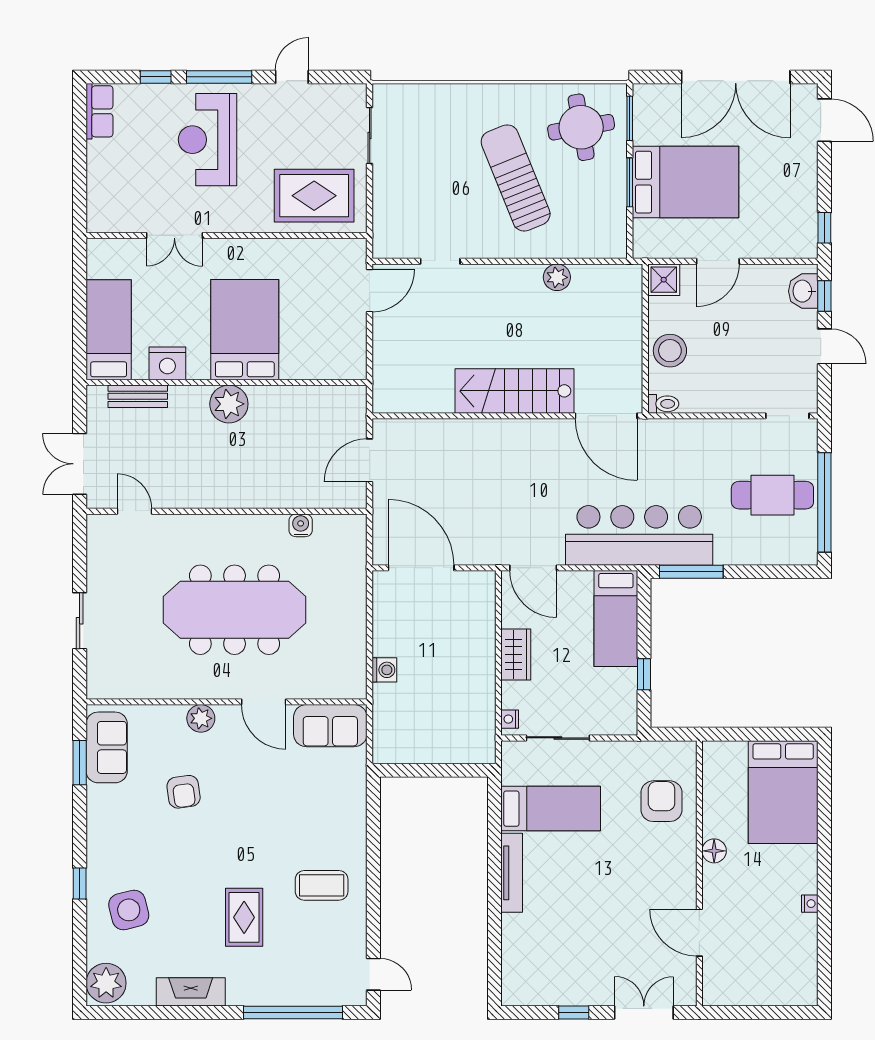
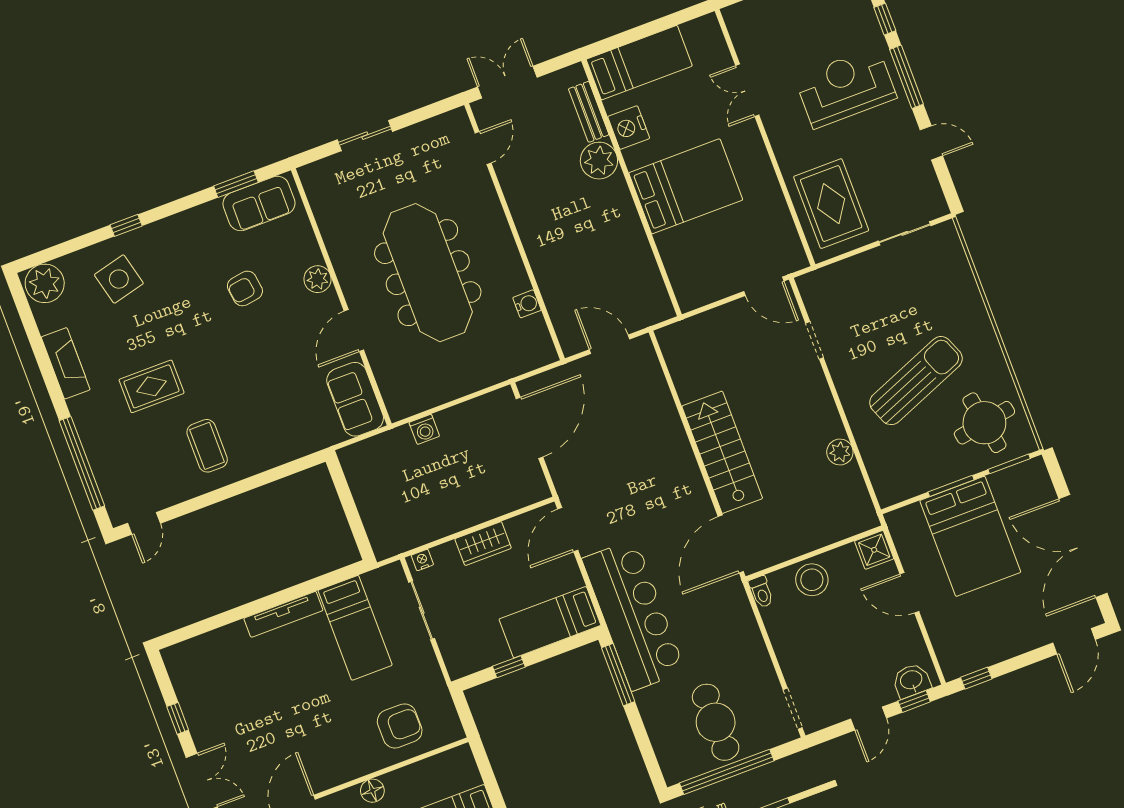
plant: (229, 404) -> (599, 161), moved

